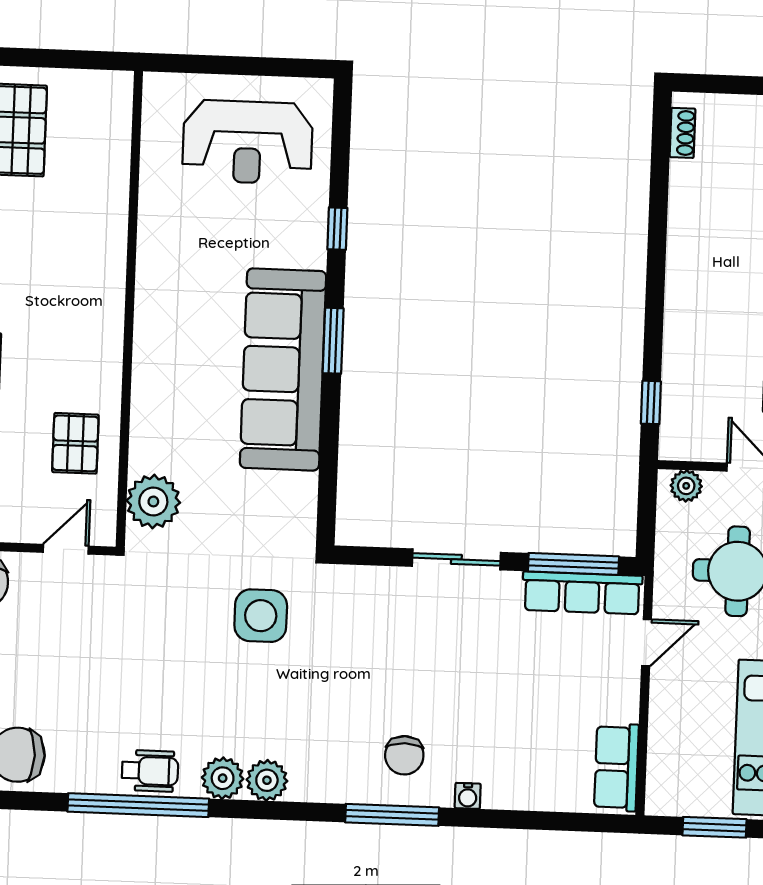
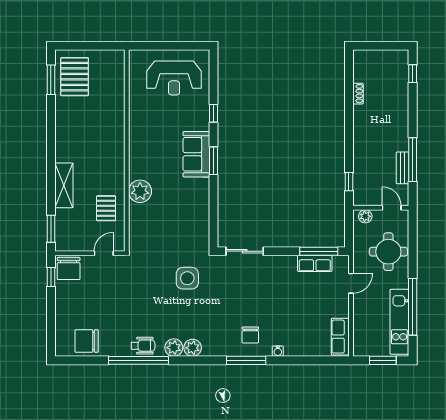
shoe rack: (683, 133) -> (358, 94), moved
sofa: (283, 369) -> (196, 154), width x0.54, depth x0.79
plant: (153, 501) -> (140, 191), moved
sliding door: (456, 559) -> (245, 251), moved
row of seats: (582, 593) -> (315, 263), width x0.68

